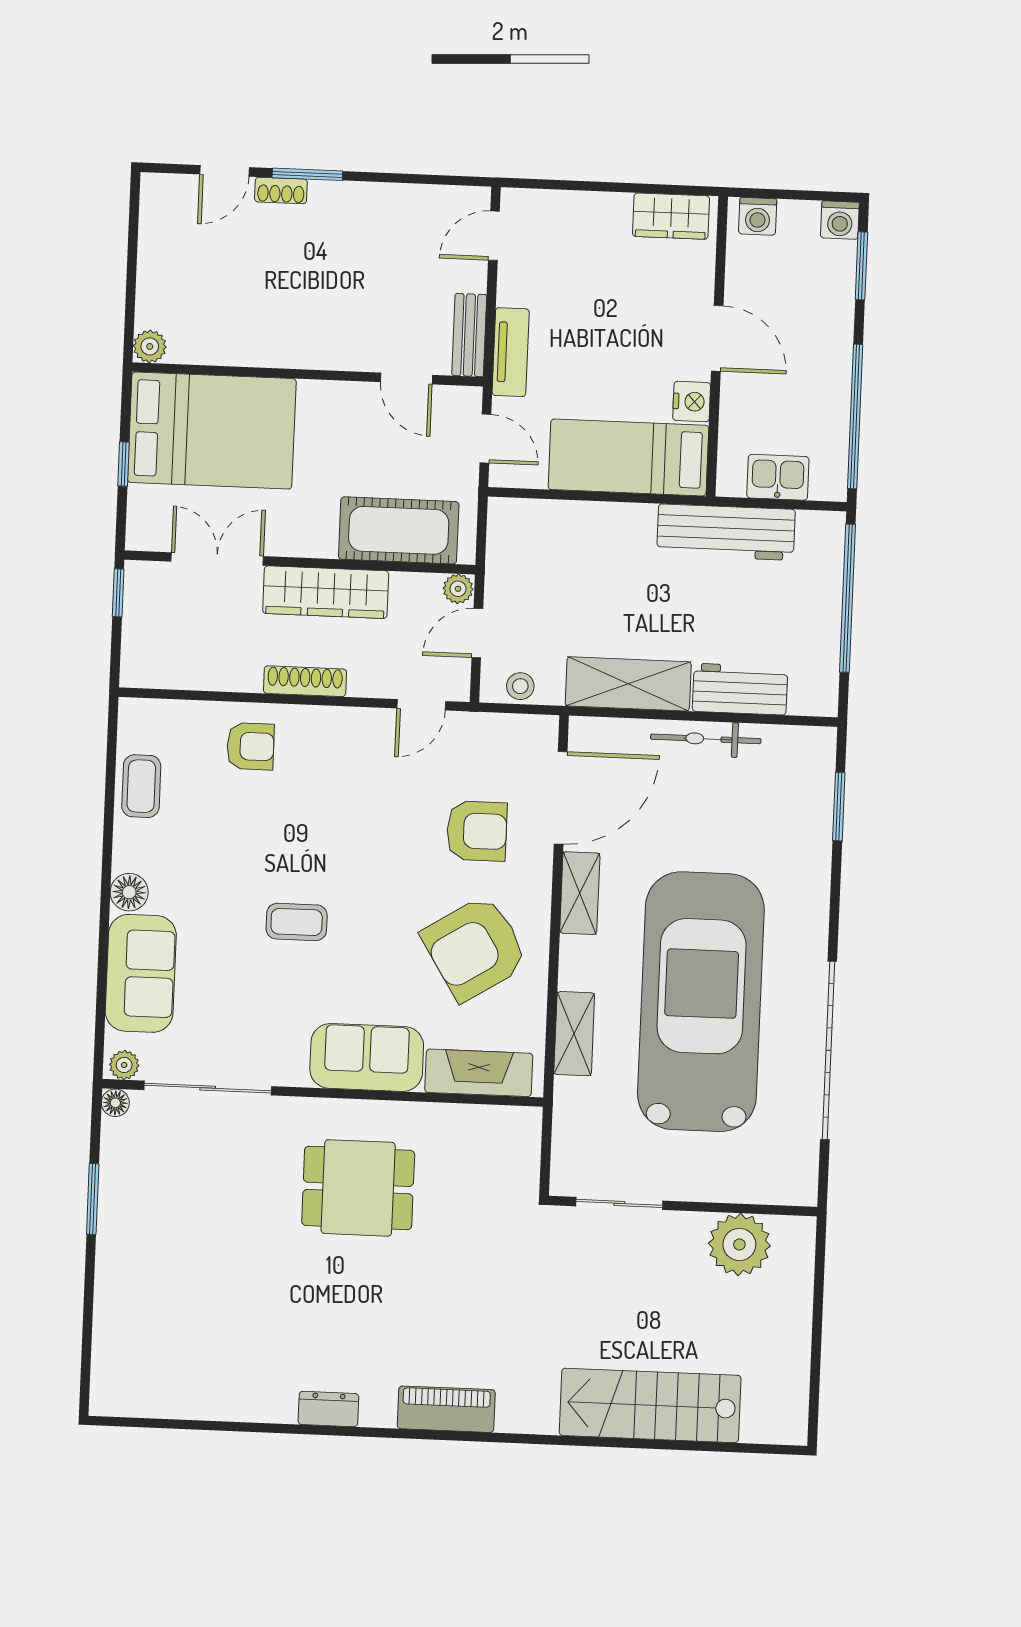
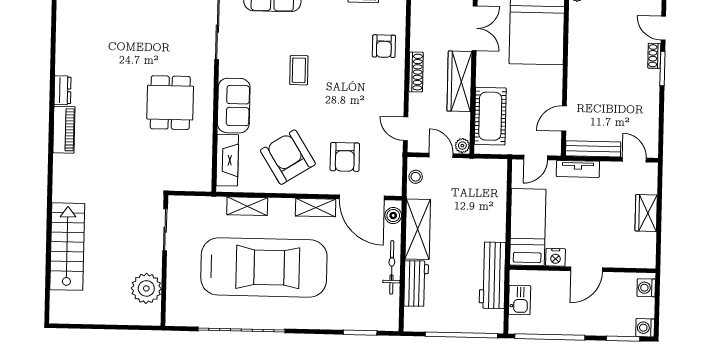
wardrobe: (671, 216) -> (646, 213), moved
bench: (469, 335) -> (593, 149), width x1.36
boiler: (599, 734) -> (393, 216), added
piano: (446, 1409) -> (64, 130), moved

